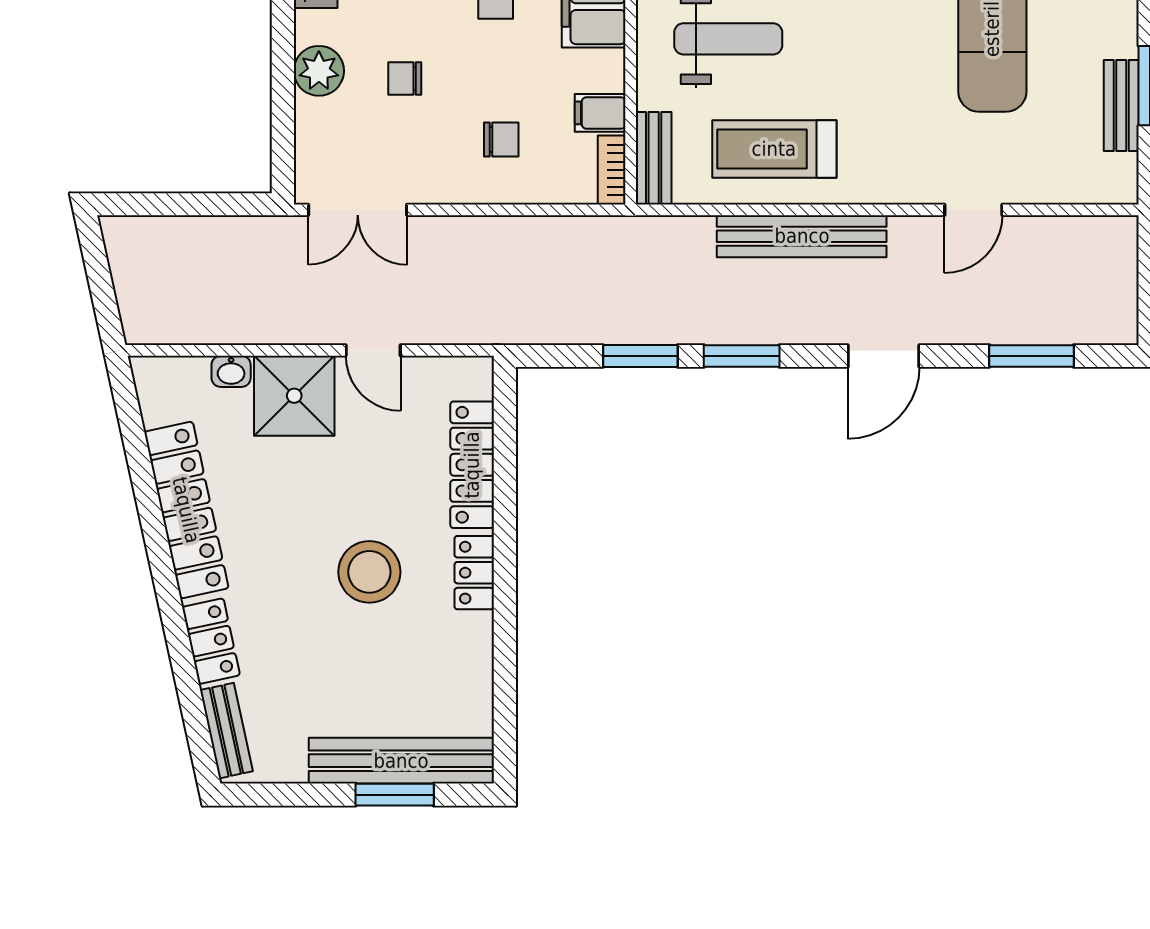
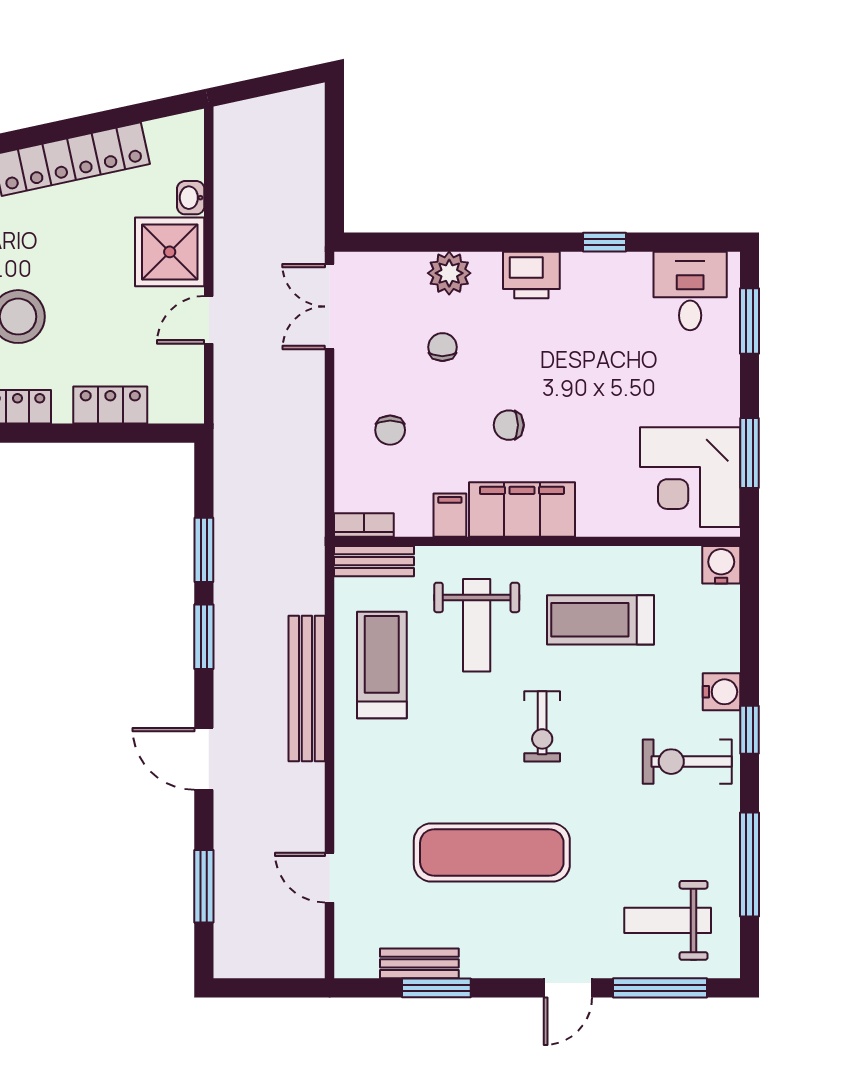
filing cabinet: (600, 113) -> (450, 515), moved
door: (973, 210) -> (330, 878), moved
locker: (472, 465) -> (110, 405), width x0.66

